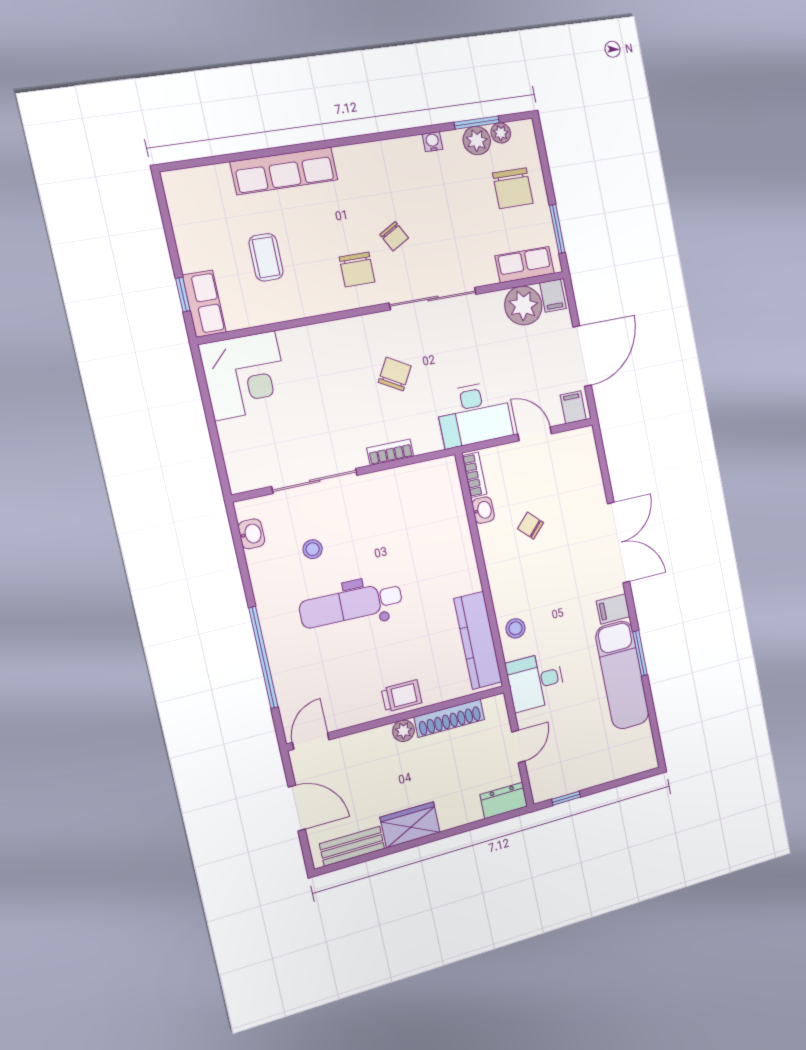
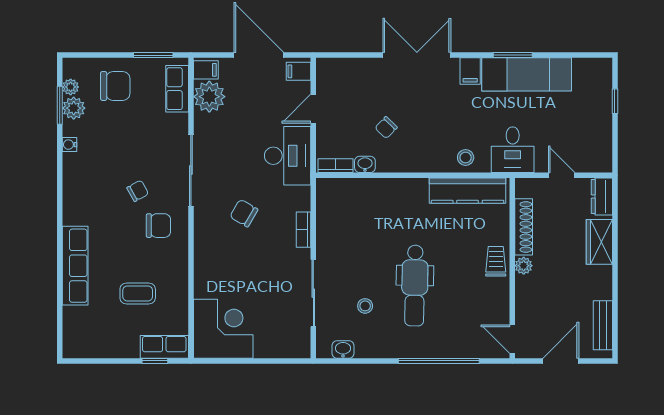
window: (566, 798) -> (615, 101), moved
wardrobe: (410, 825) -> (599, 242), moved

